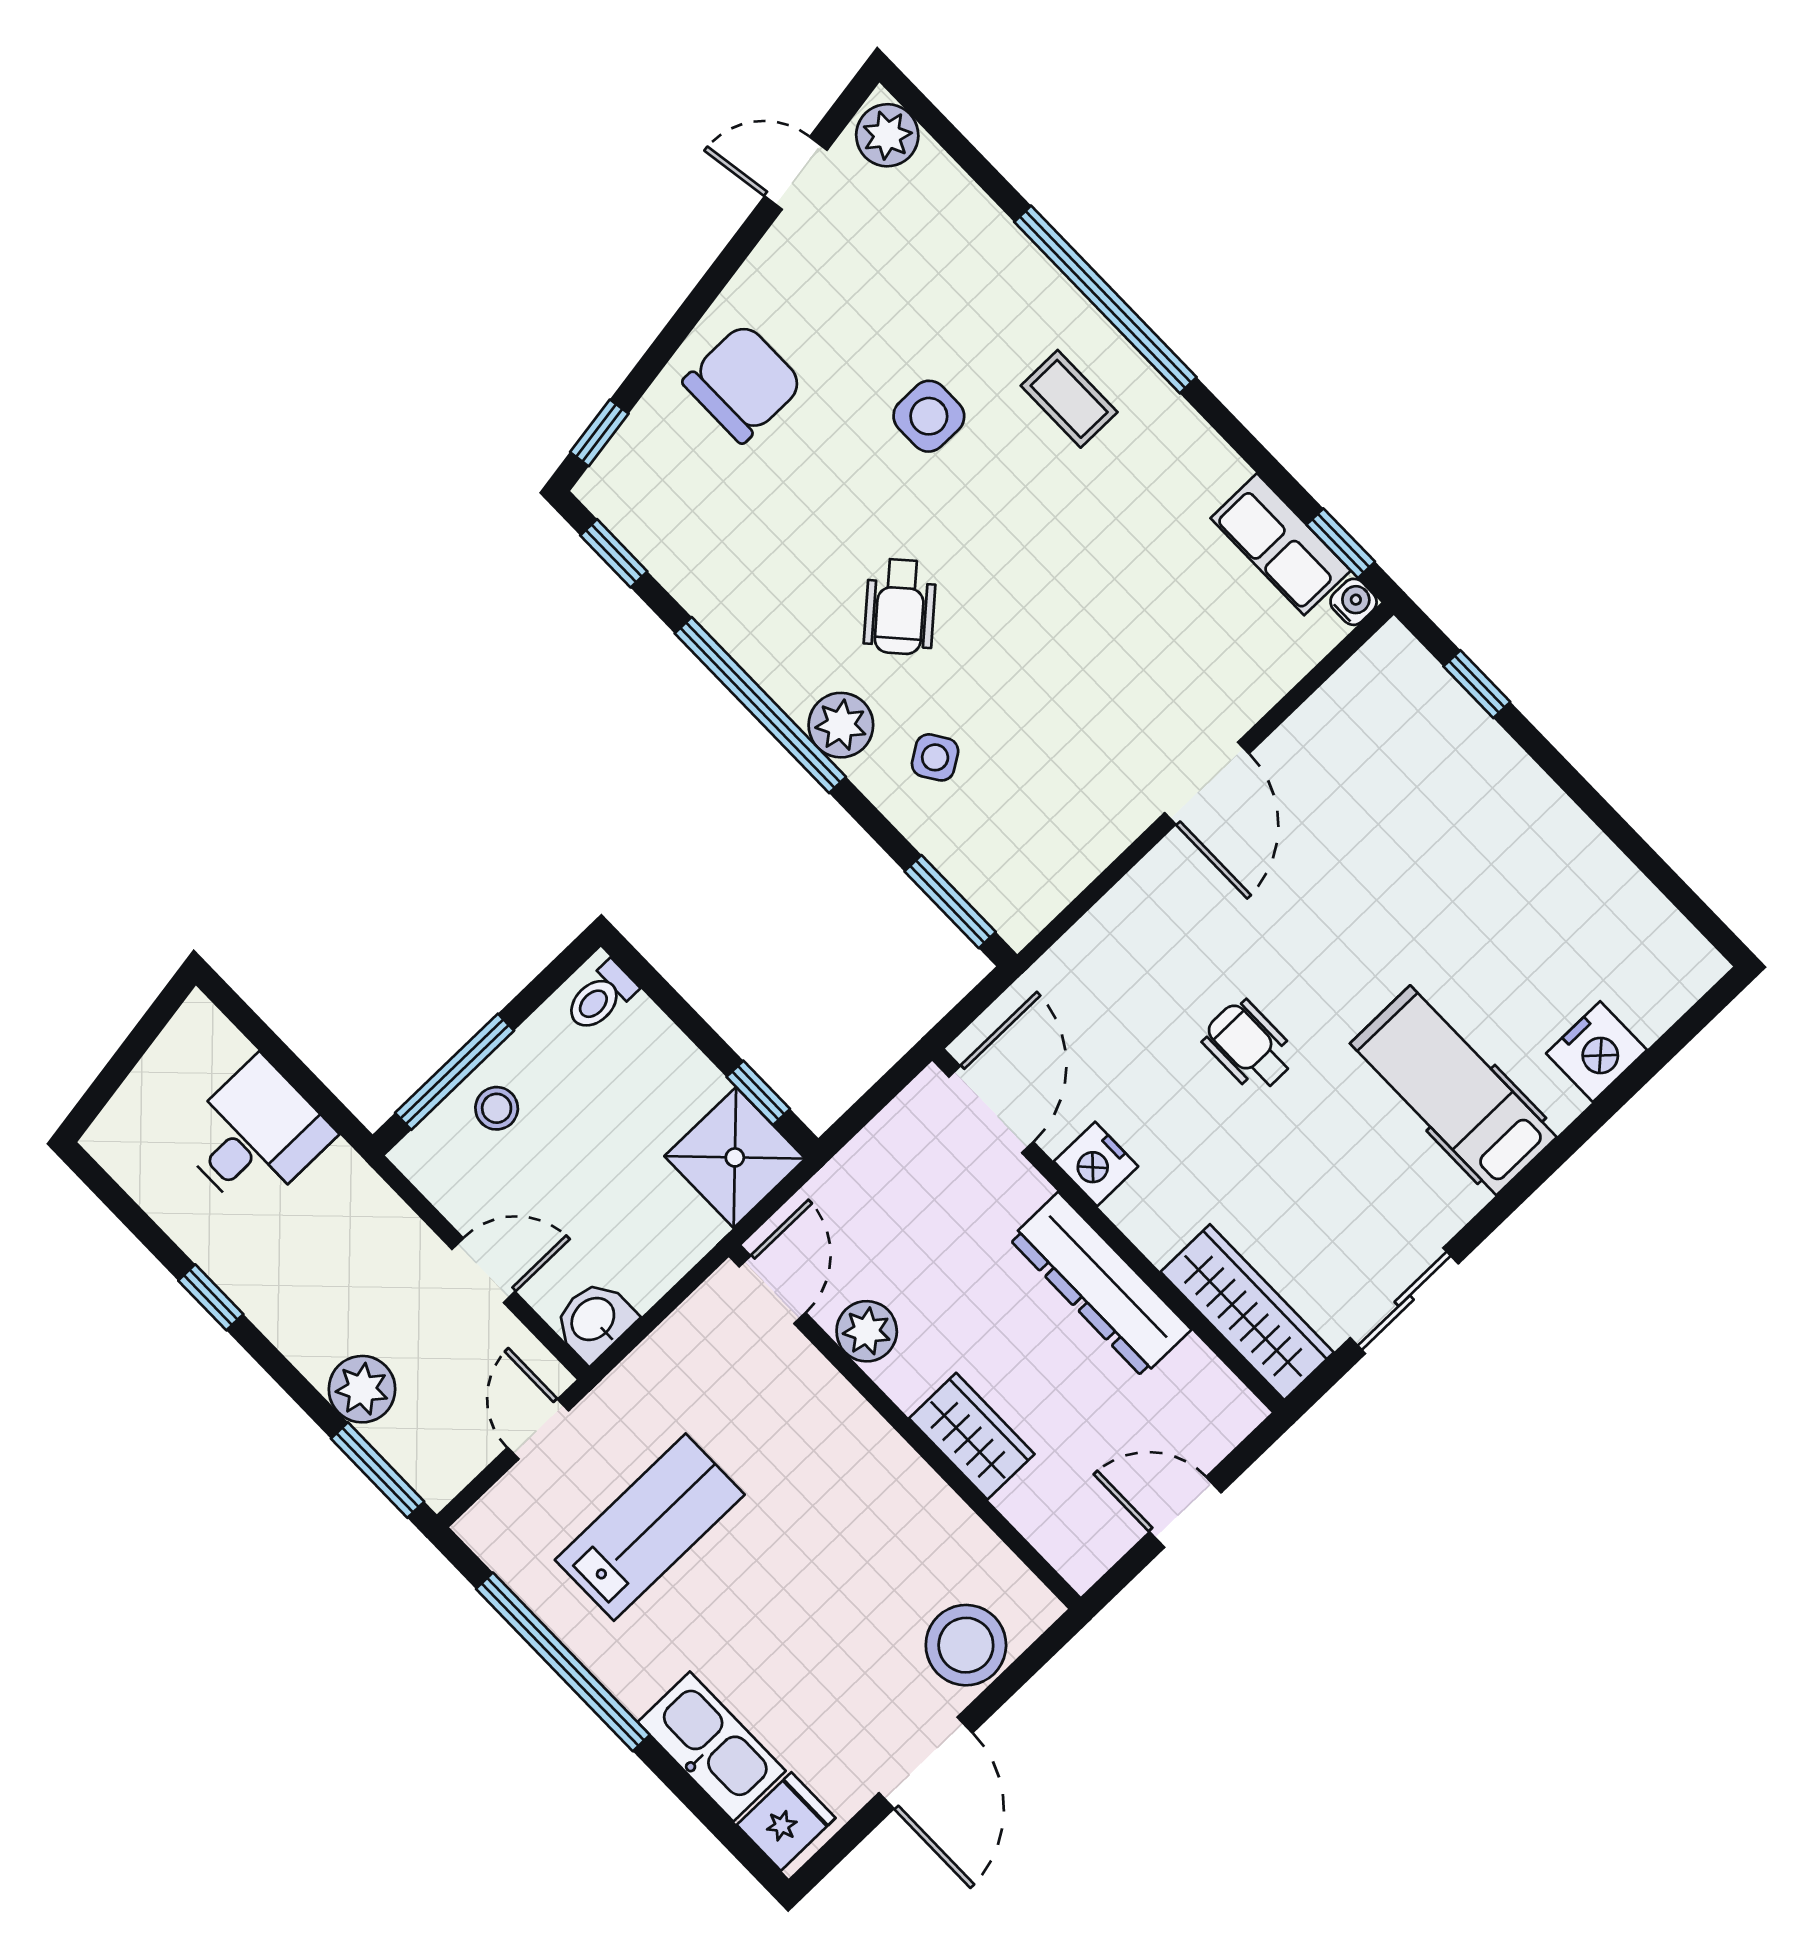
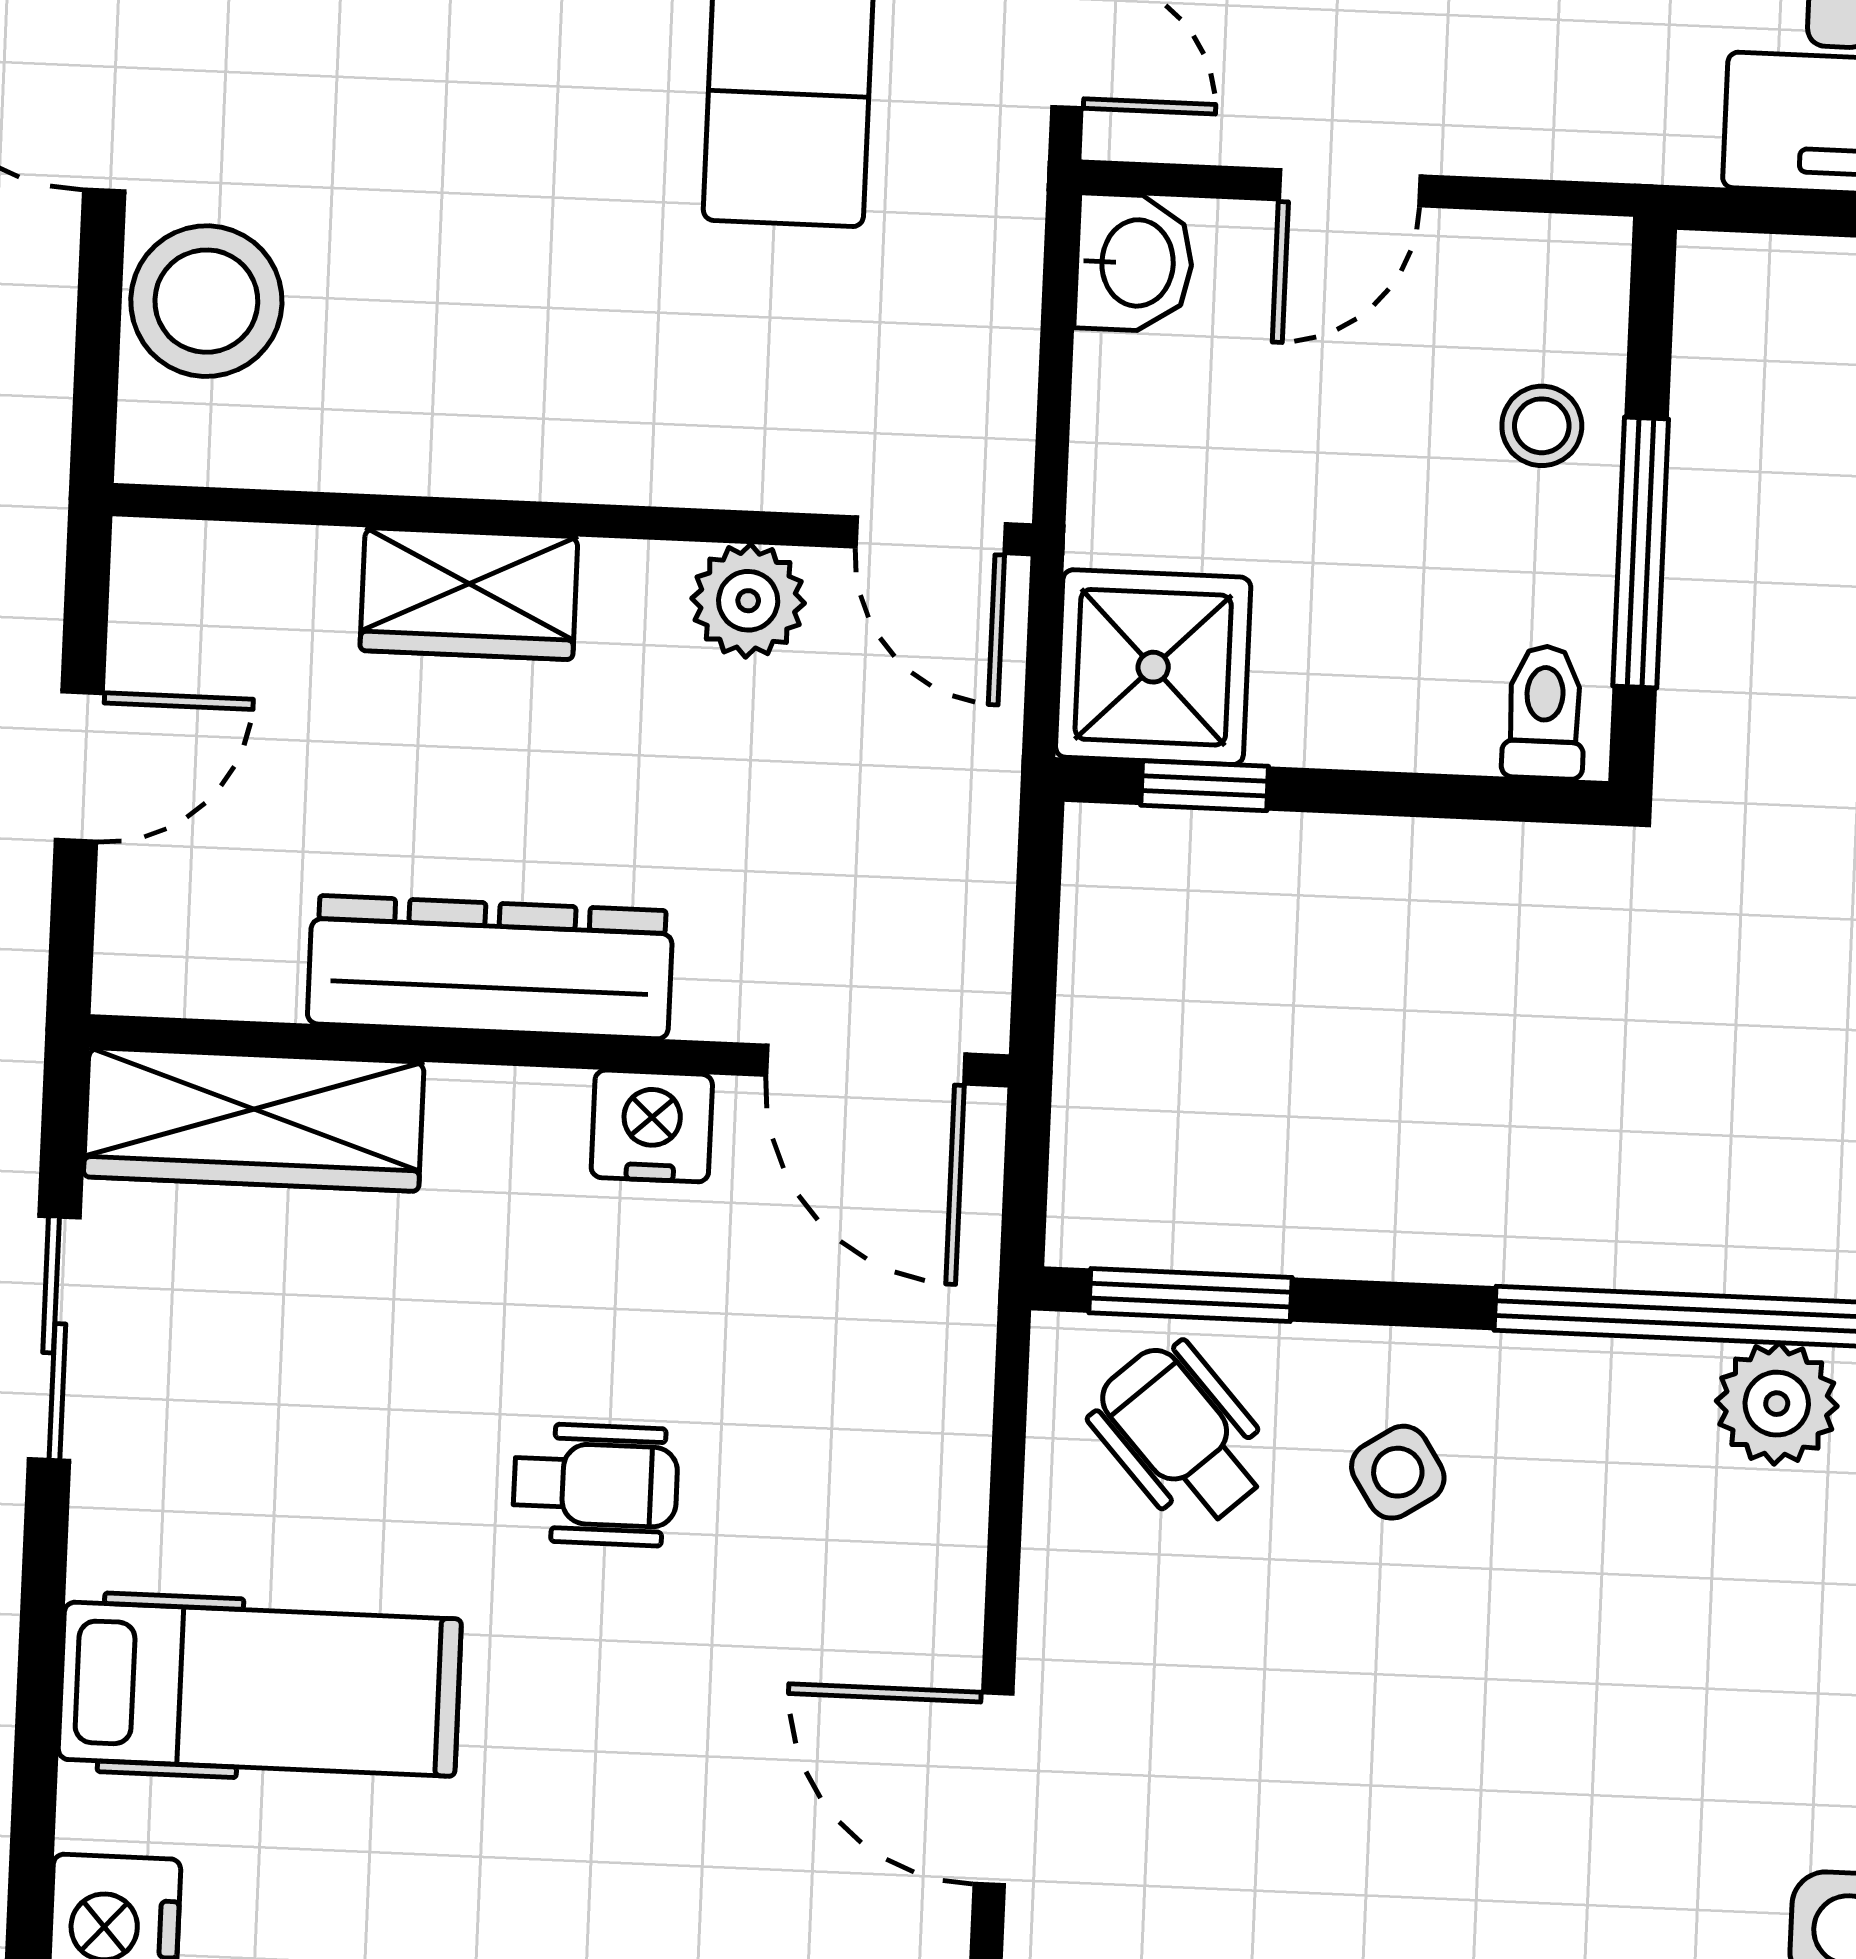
wheelchair: (900, 607) -> (1181, 1435), moved
plant: (841, 725) -> (1777, 1404), moved
window: (455, 1072) -> (1641, 552), moved

